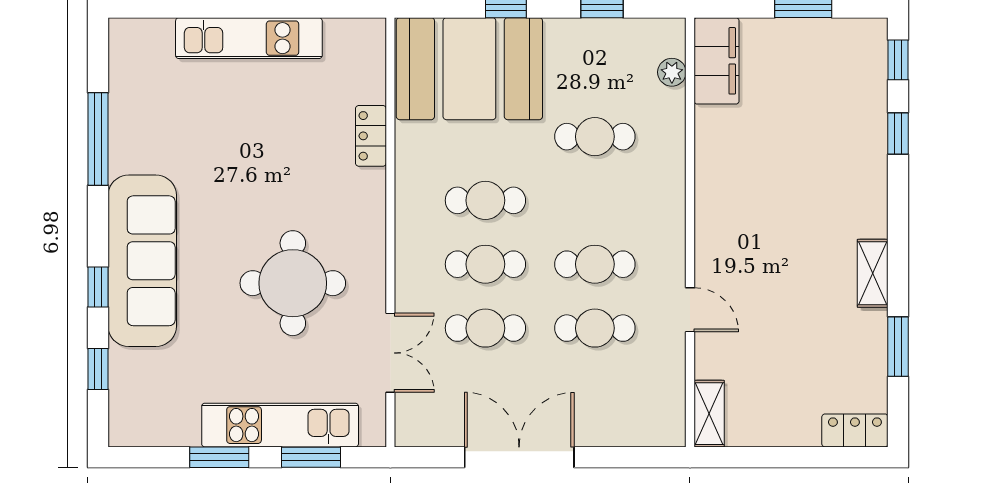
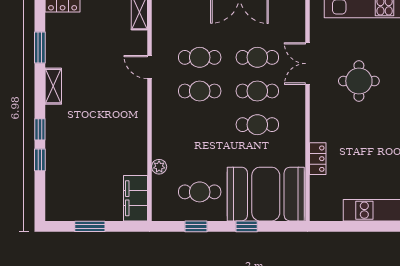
window: (898, 60) -> (40, 129), moved
plant: (672, 72) -> (159, 167), moved
cafe table: (595, 137) -> (200, 192), moved
round table: (293, 283) -> (359, 81), width x0.73, depth x0.73
double door: (390, 353) -> (307, 64), moved

